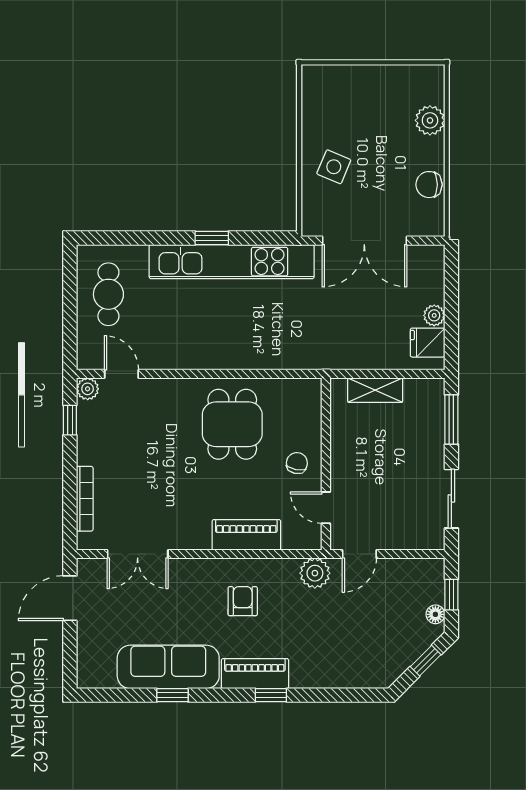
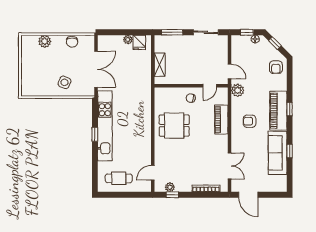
plant: (88, 389) -> (170, 187), moved
armchair: (369, 663) -> (276, 67), added
piano: (255, 674) -> (278, 111), width x1.37, depth x1.33

